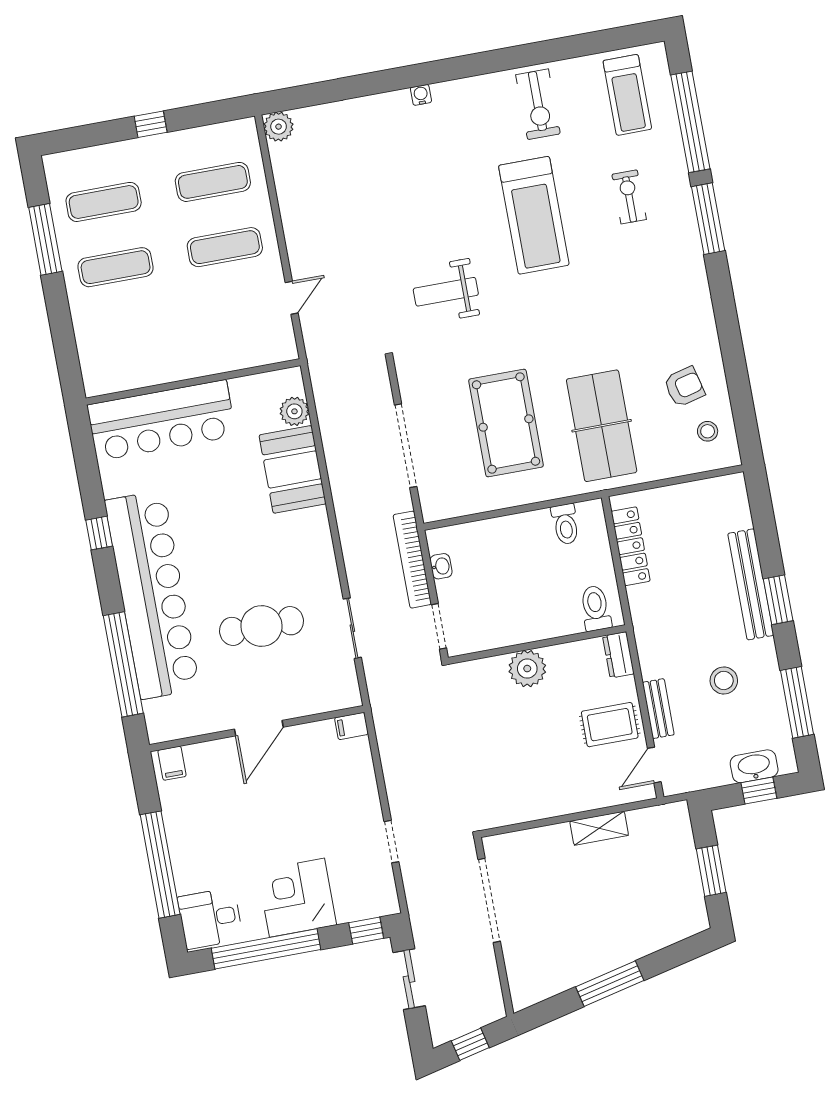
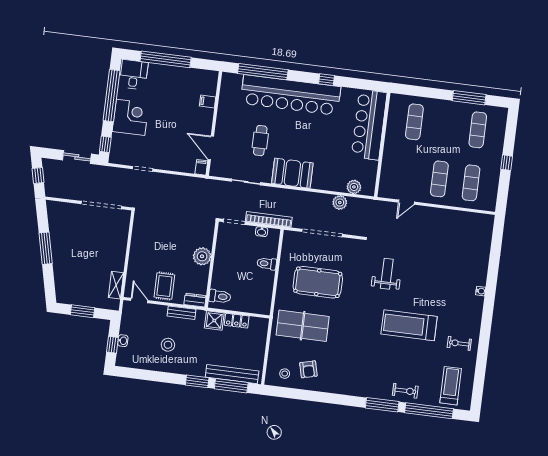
treadmill: (627, 95) -> (451, 386), turned 90
exercise bike: (538, 104) -> (459, 343), width x0.73, depth x0.72
plant: (279, 127) -> (340, 202), moved
exercise bike: (629, 197) -> (405, 391), moved
exercise mat: (116, 267) -> (414, 122), moved
door: (292, 298) -> (406, 202), hinge flipped
booth: (293, 469) -> (292, 173), moved
toilet: (565, 524) -> (267, 264), moved
locker: (631, 546) -> (237, 321), width x0.66
bench: (751, 584) -> (232, 374), moved
shower: (647, 604) -> (214, 320), added
cafe table: (262, 626) -> (260, 141), width x0.73, depth x0.74
window: (797, 702) -> (231, 386), moved
bench: (658, 709) -> (181, 313), moved
door: (259, 728) -> (211, 148), moved
filing cabinet: (172, 763) -> (208, 101), moved
washbasin: (754, 766) -> (123, 341), width x0.52, depth x0.69
shelving: (599, 828) -> (116, 285), moved

